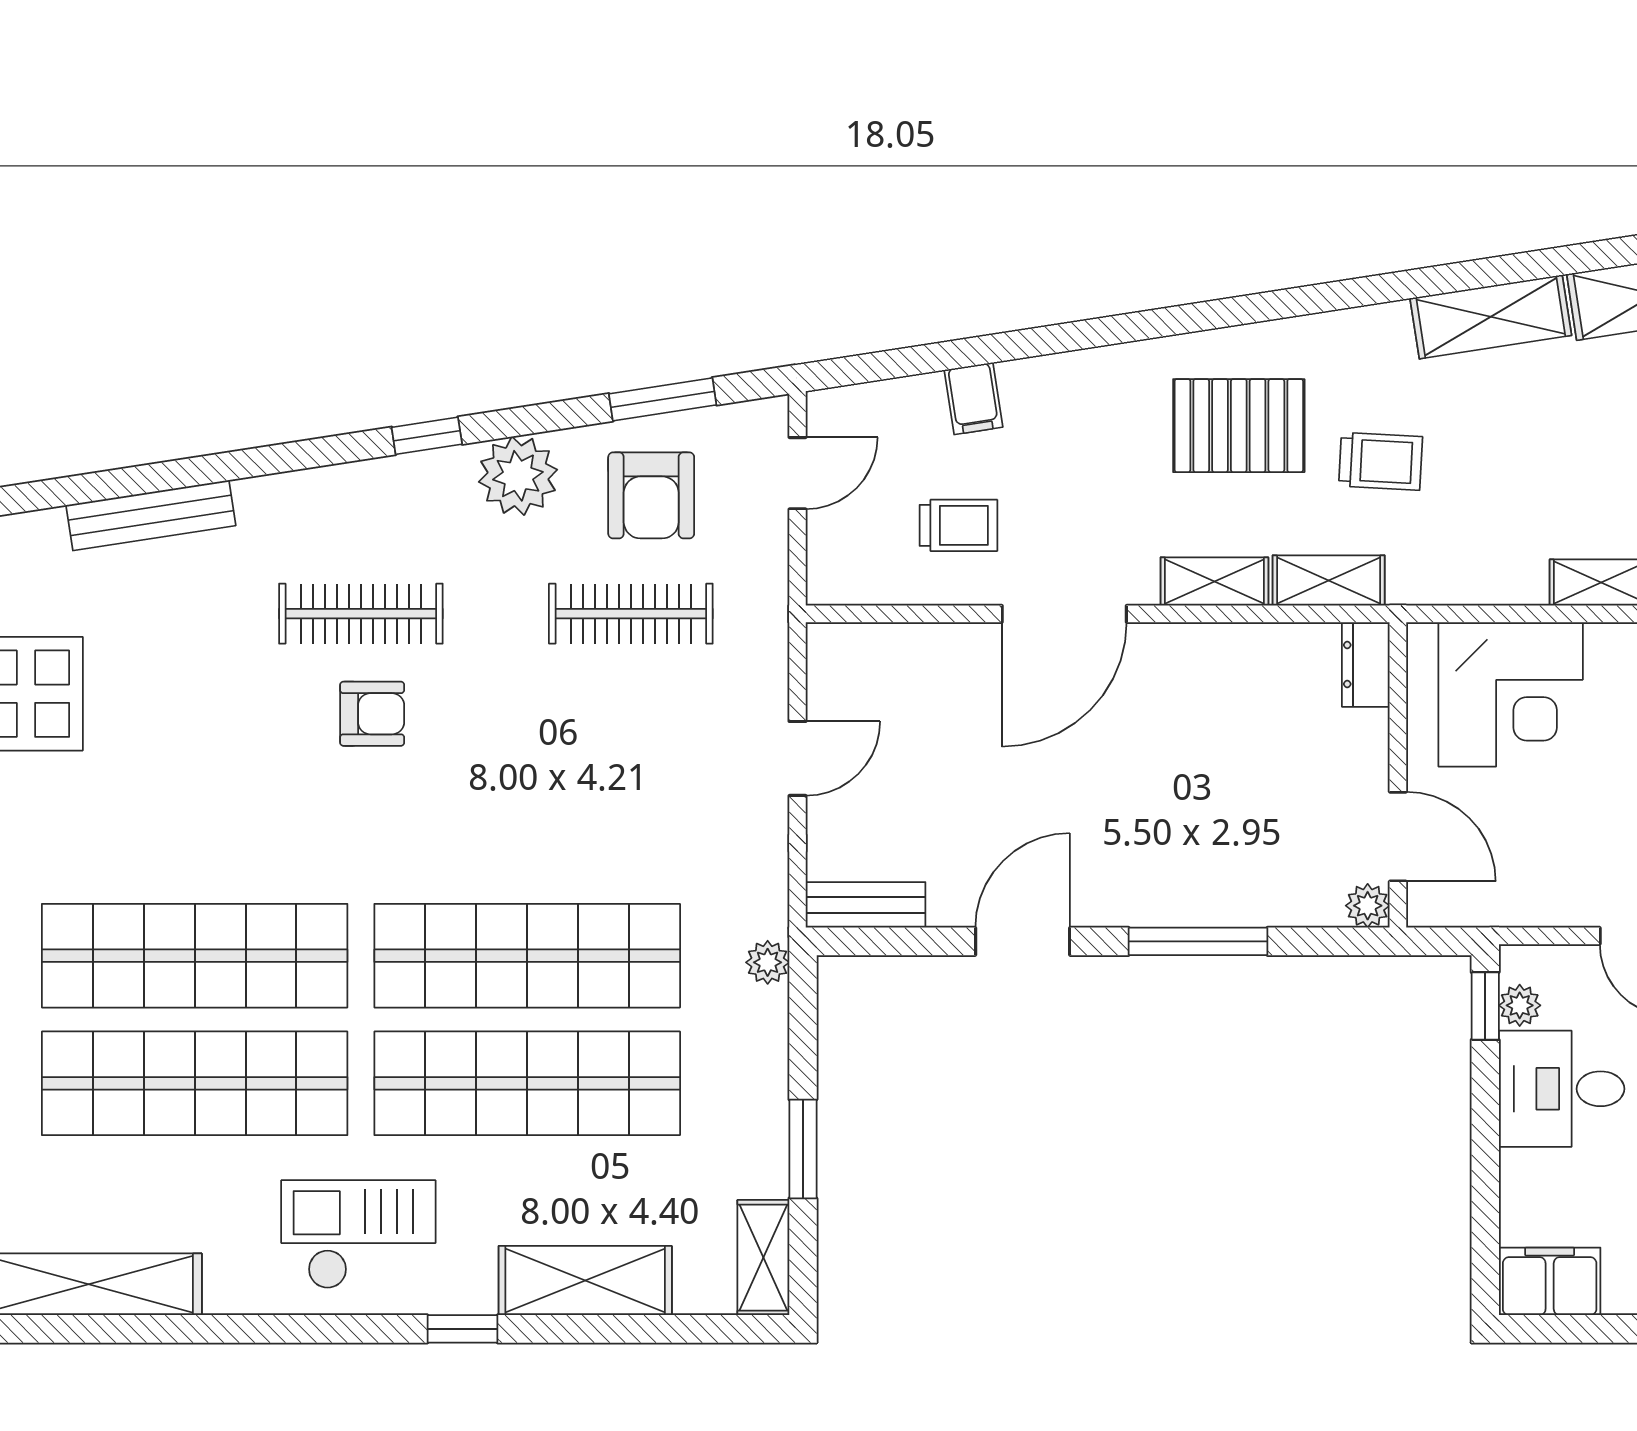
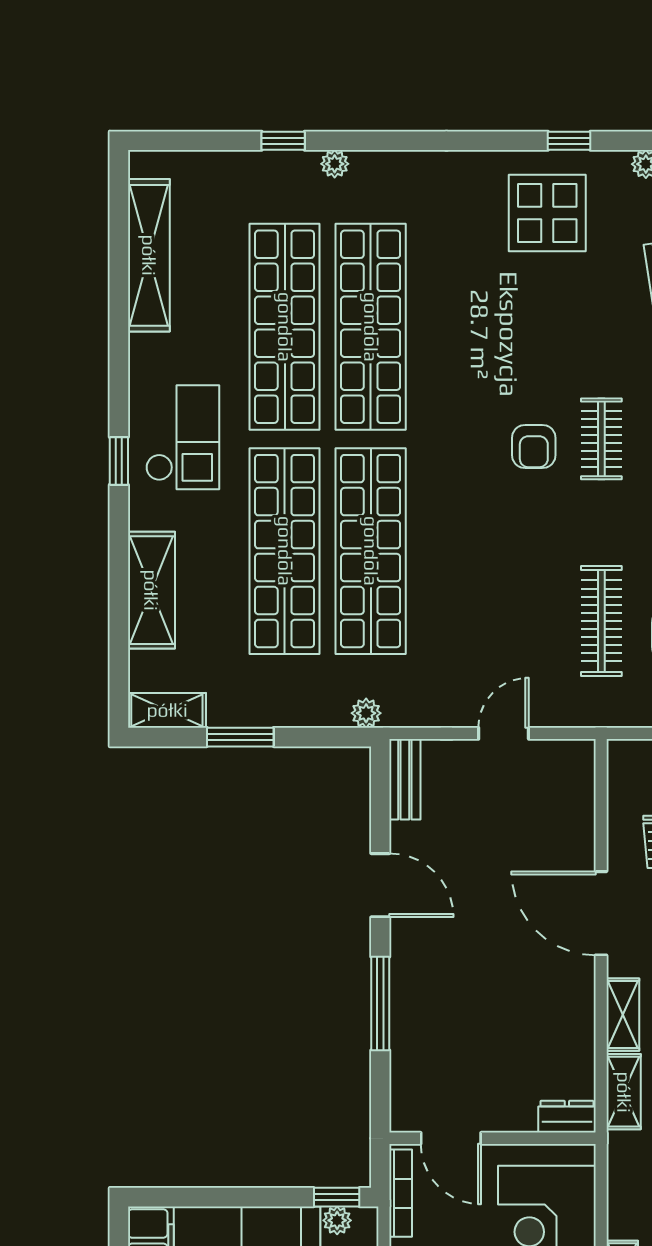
clothes rail: (361, 614) -> (601, 439), width x0.73
door: (798, 758) -> (504, 733), swing flipped
door: (1398, 837) -> (451, 1138), hinge flipped
plant: (1368, 906) -> (404, 1118), removed
bookcase: (1479, 911) -> (401, 1193), added
window: (463, 1329) -> (119, 461), moved

